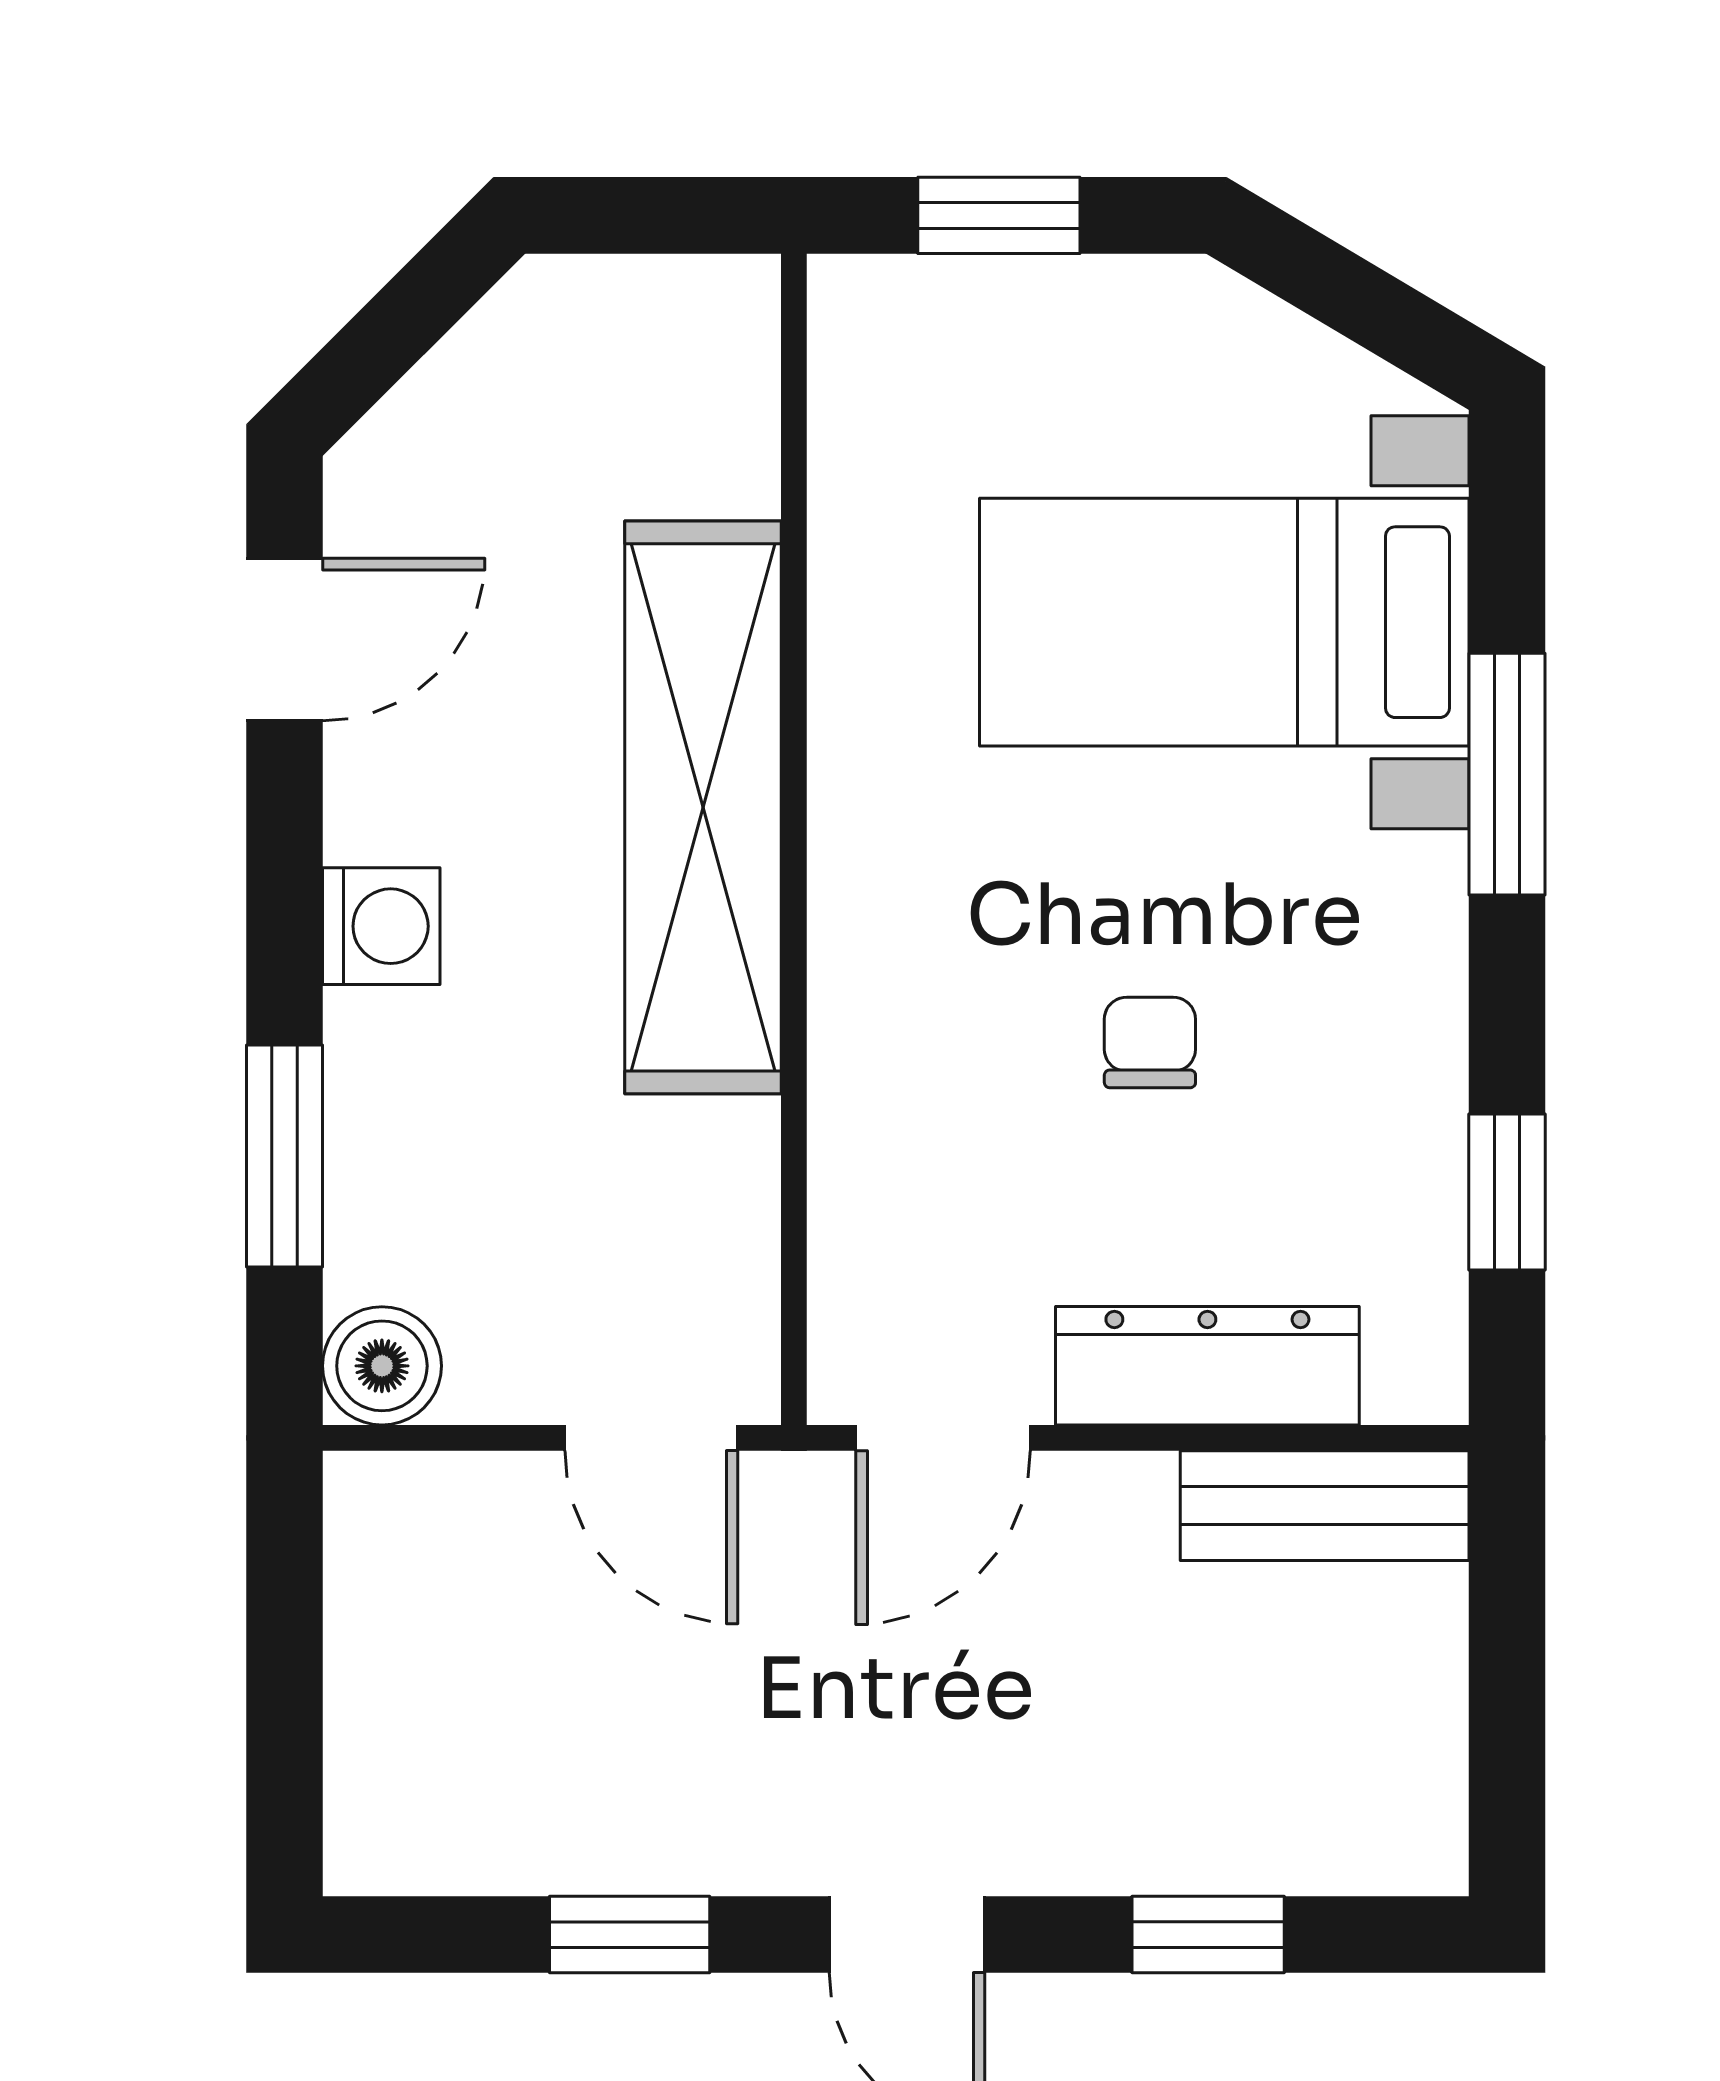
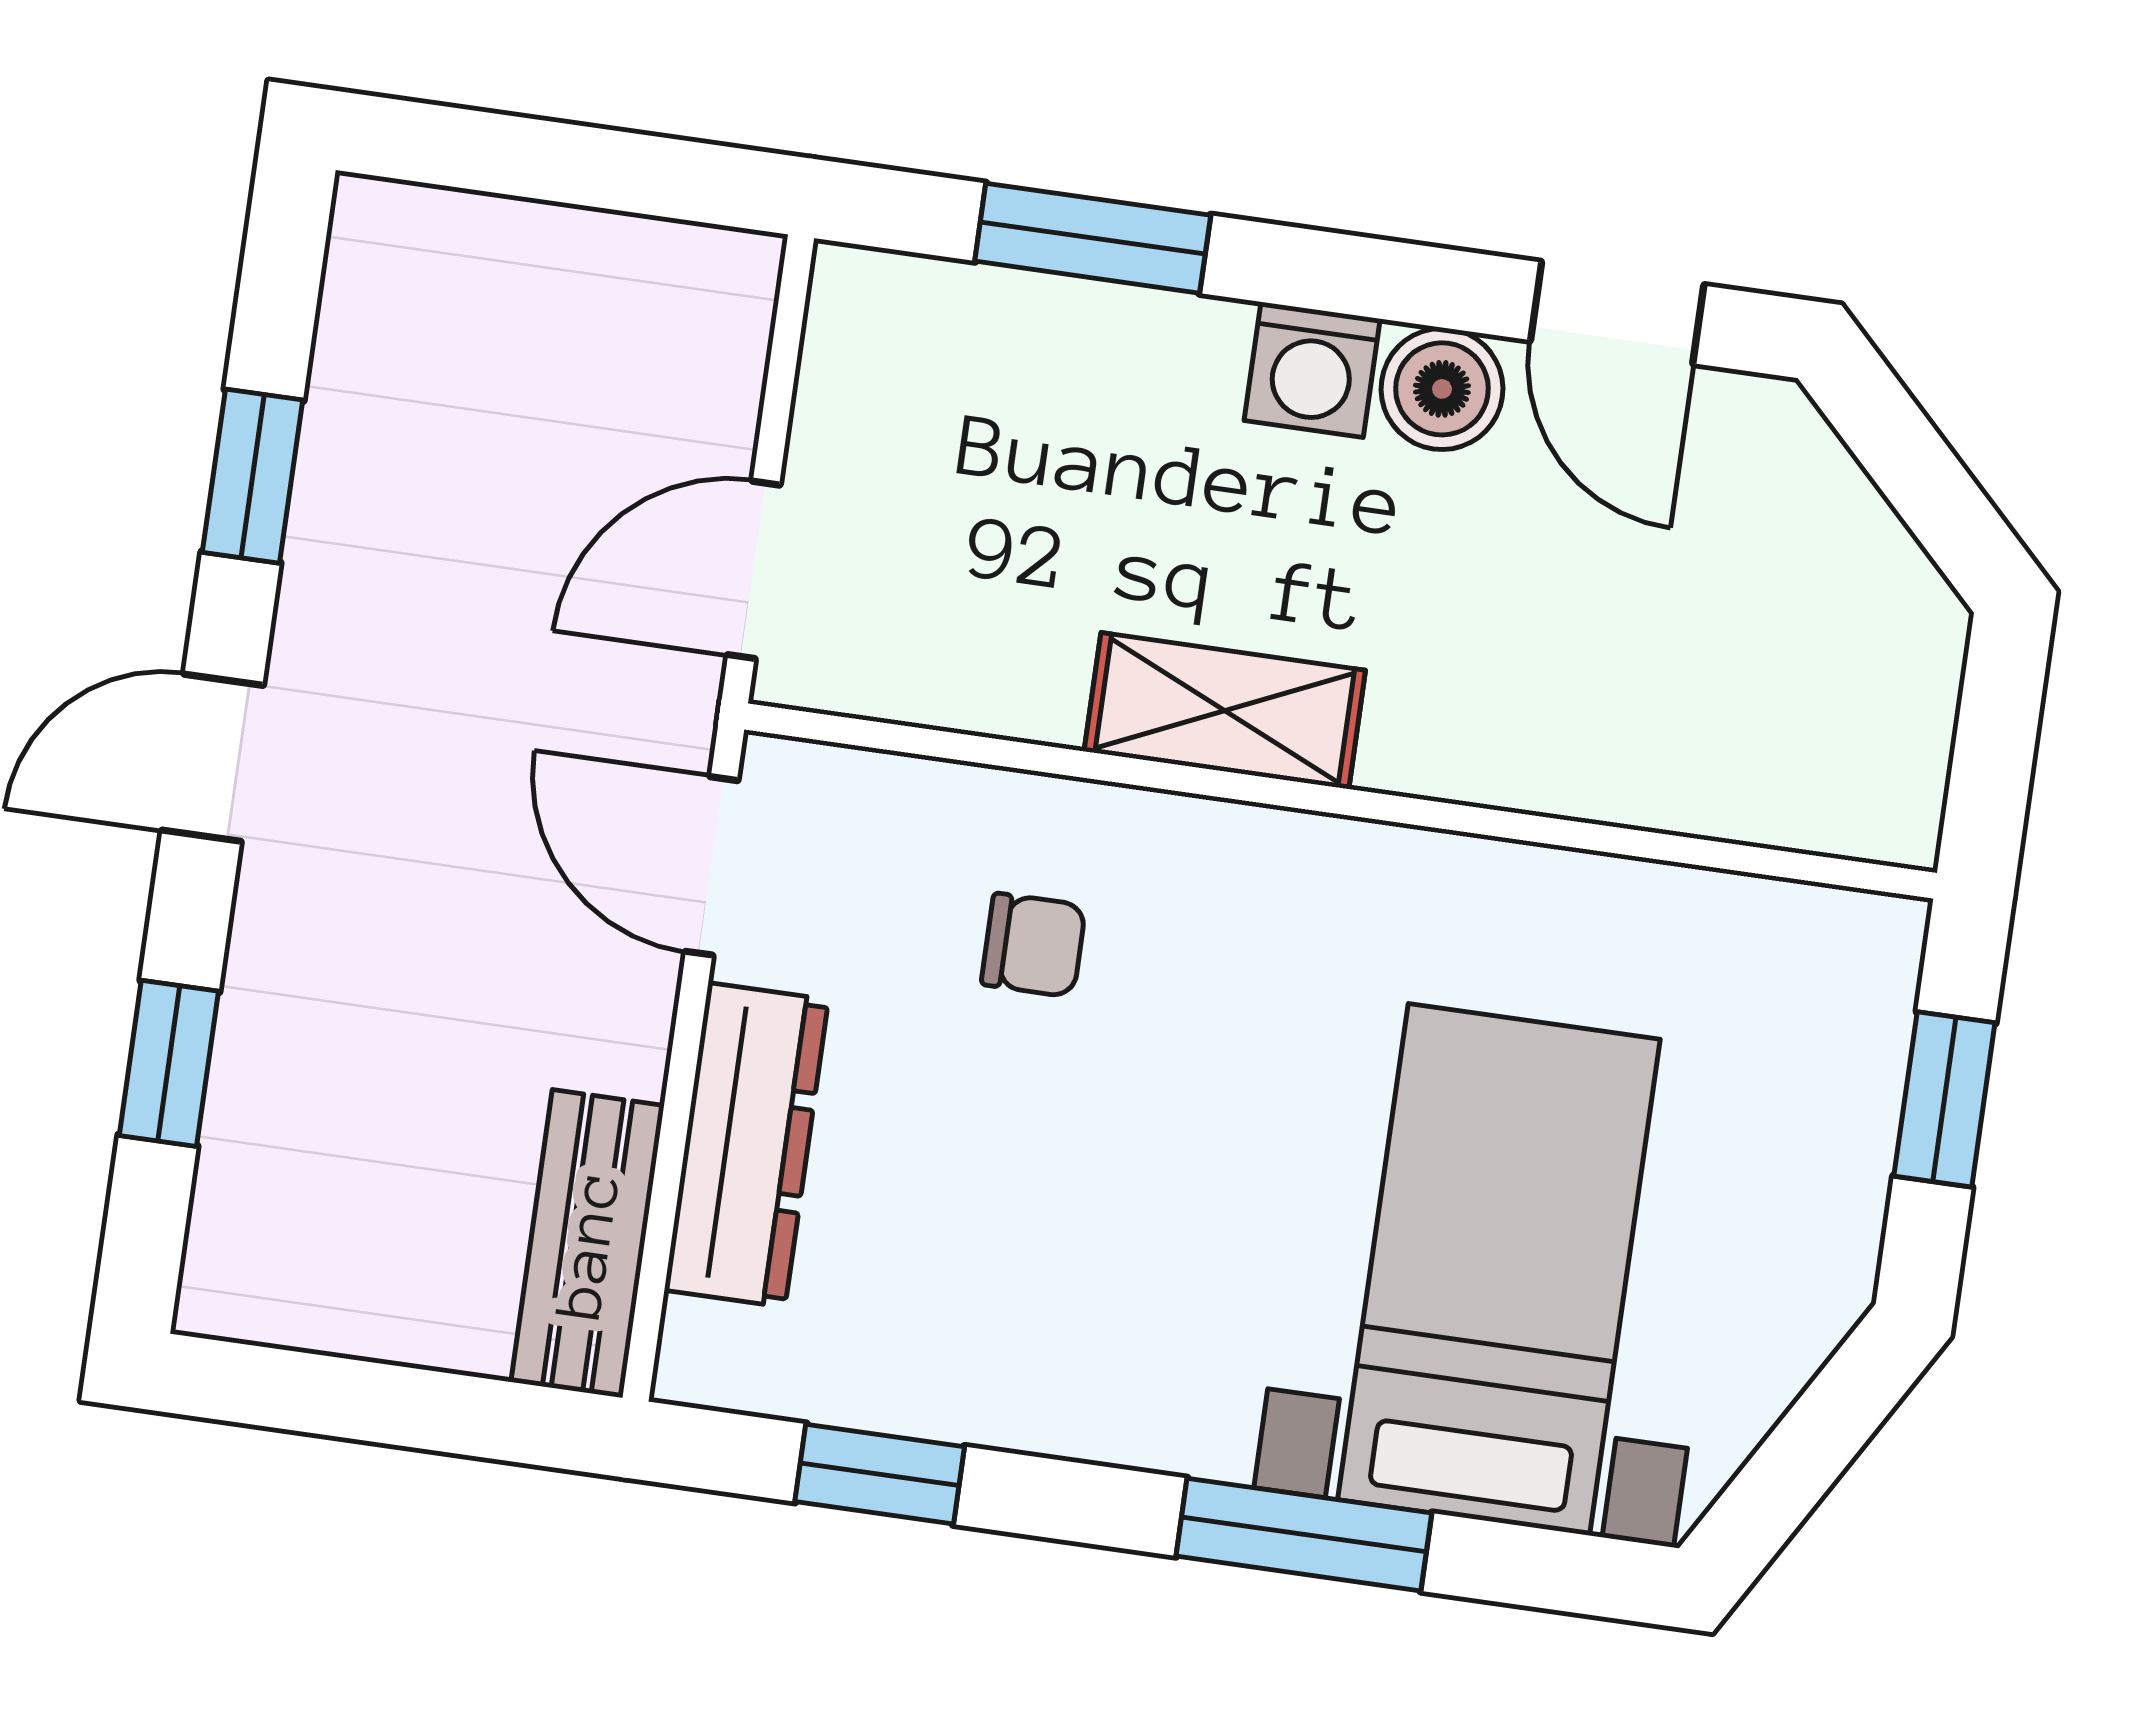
shelving: (703, 807) -> (1225, 711), width x0.45, depth x0.75
chair: (1150, 1042) -> (1034, 945), moved
boiler: (382, 1366) -> (1442, 389), moved

